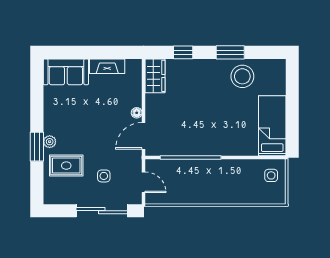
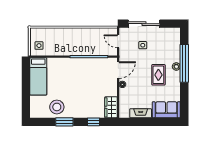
window: (37, 147) -> (184, 63), width x2.11
rug: (66, 166) -> (158, 75), moved, turned 90

